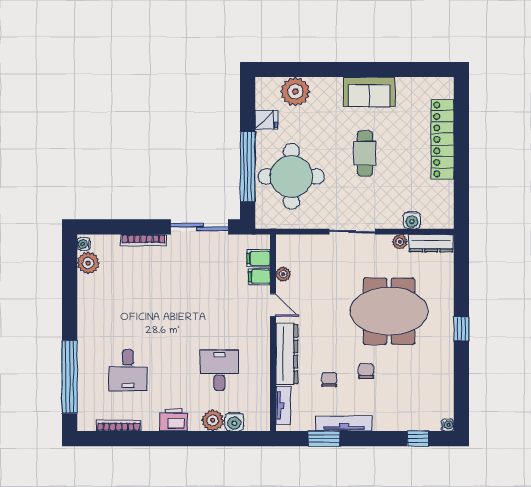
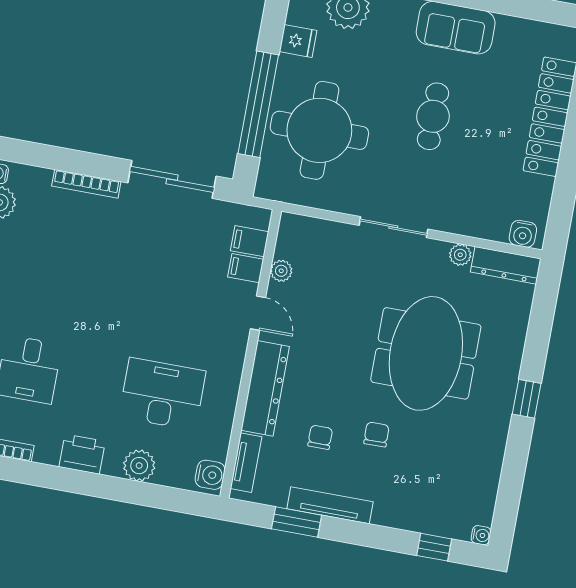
water cooler: (412, 220) -> (523, 234), moved
meeting table: (389, 311) -> (426, 353), turned 90
desk: (219, 370) -> (162, 394), width x1.37
water cooler: (234, 422) -> (210, 475), moved, turned -90

